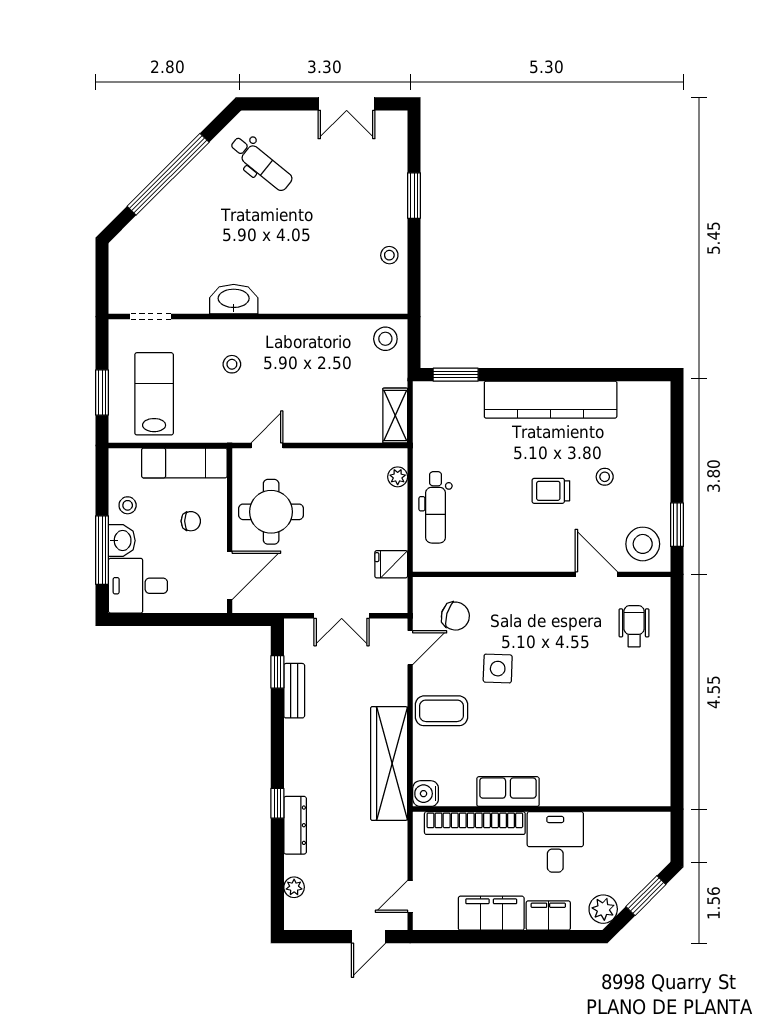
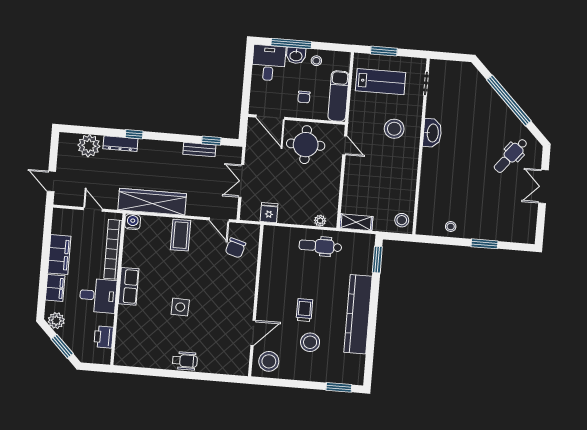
double door: (347, 104) -> (543, 187), moved
stool: (232, 364) -> (394, 129), width x1.89, depth x1.89
stool: (605, 477) -> (310, 342), width x1.89, depth x1.89
dental chair: (436, 507) -> (320, 246), moved
window: (677, 525) -> (339, 387), moved
wheelchair: (634, 626) -> (185, 361), moved
side table: (498, 669) -> (180, 307), moved
row of seats: (508, 792) -> (129, 286), moved
printer: (624, 827) -> (104, 337), added
plant: (294, 887) -> (89, 146), width x1.88, depth x1.88
door: (410, 896) -> (93, 209), moved

